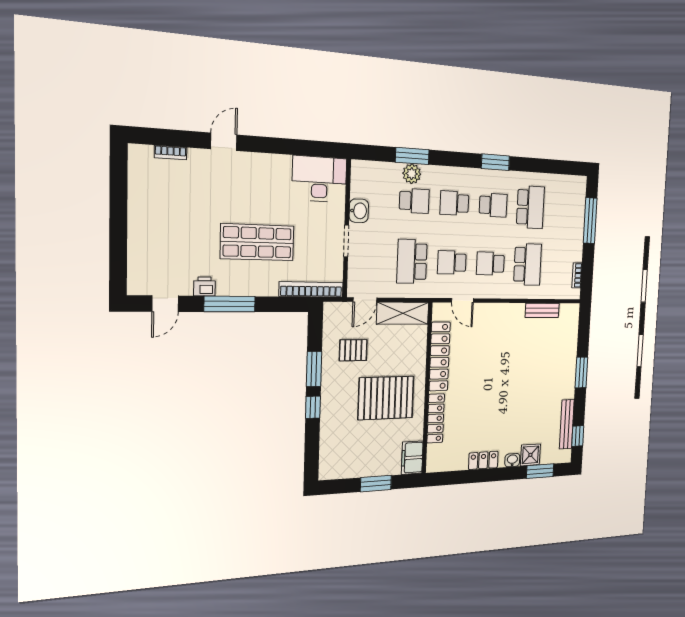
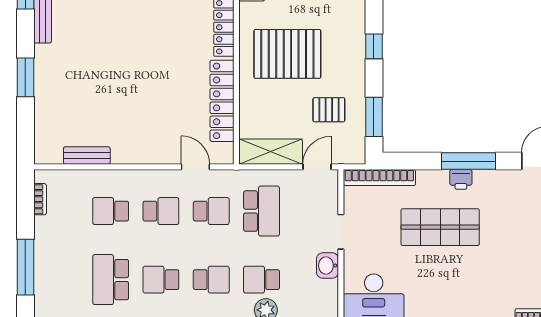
school desk: (528, 264) -> (111, 211), width x0.54
printer: (204, 286) -> (461, 179), moved
window: (314, 369) -> (374, 117), moved

